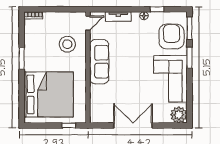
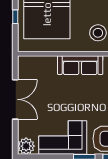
window: (69, 125) -> (15, 17), moved

